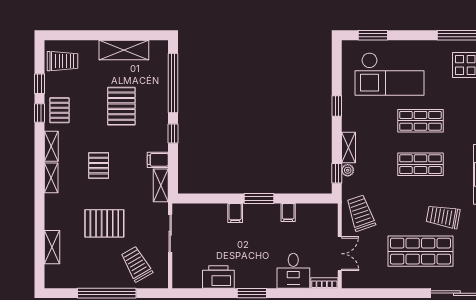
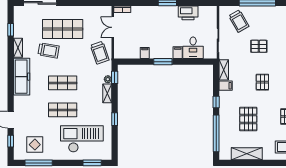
pallet: (104, 223) -> (259, 46), width x0.67, depth x0.71
desk: (293, 271) -> (193, 48), moved, turned 180

